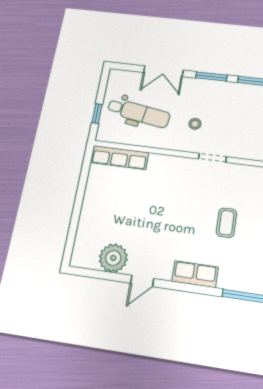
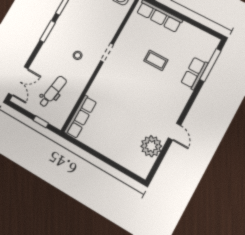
double door: (163, 71) -> (18, 81), moved
dental chair: (139, 113) -> (53, 92), width x0.73, depth x0.72
row of seats: (195, 274) -> (194, 73), moved

